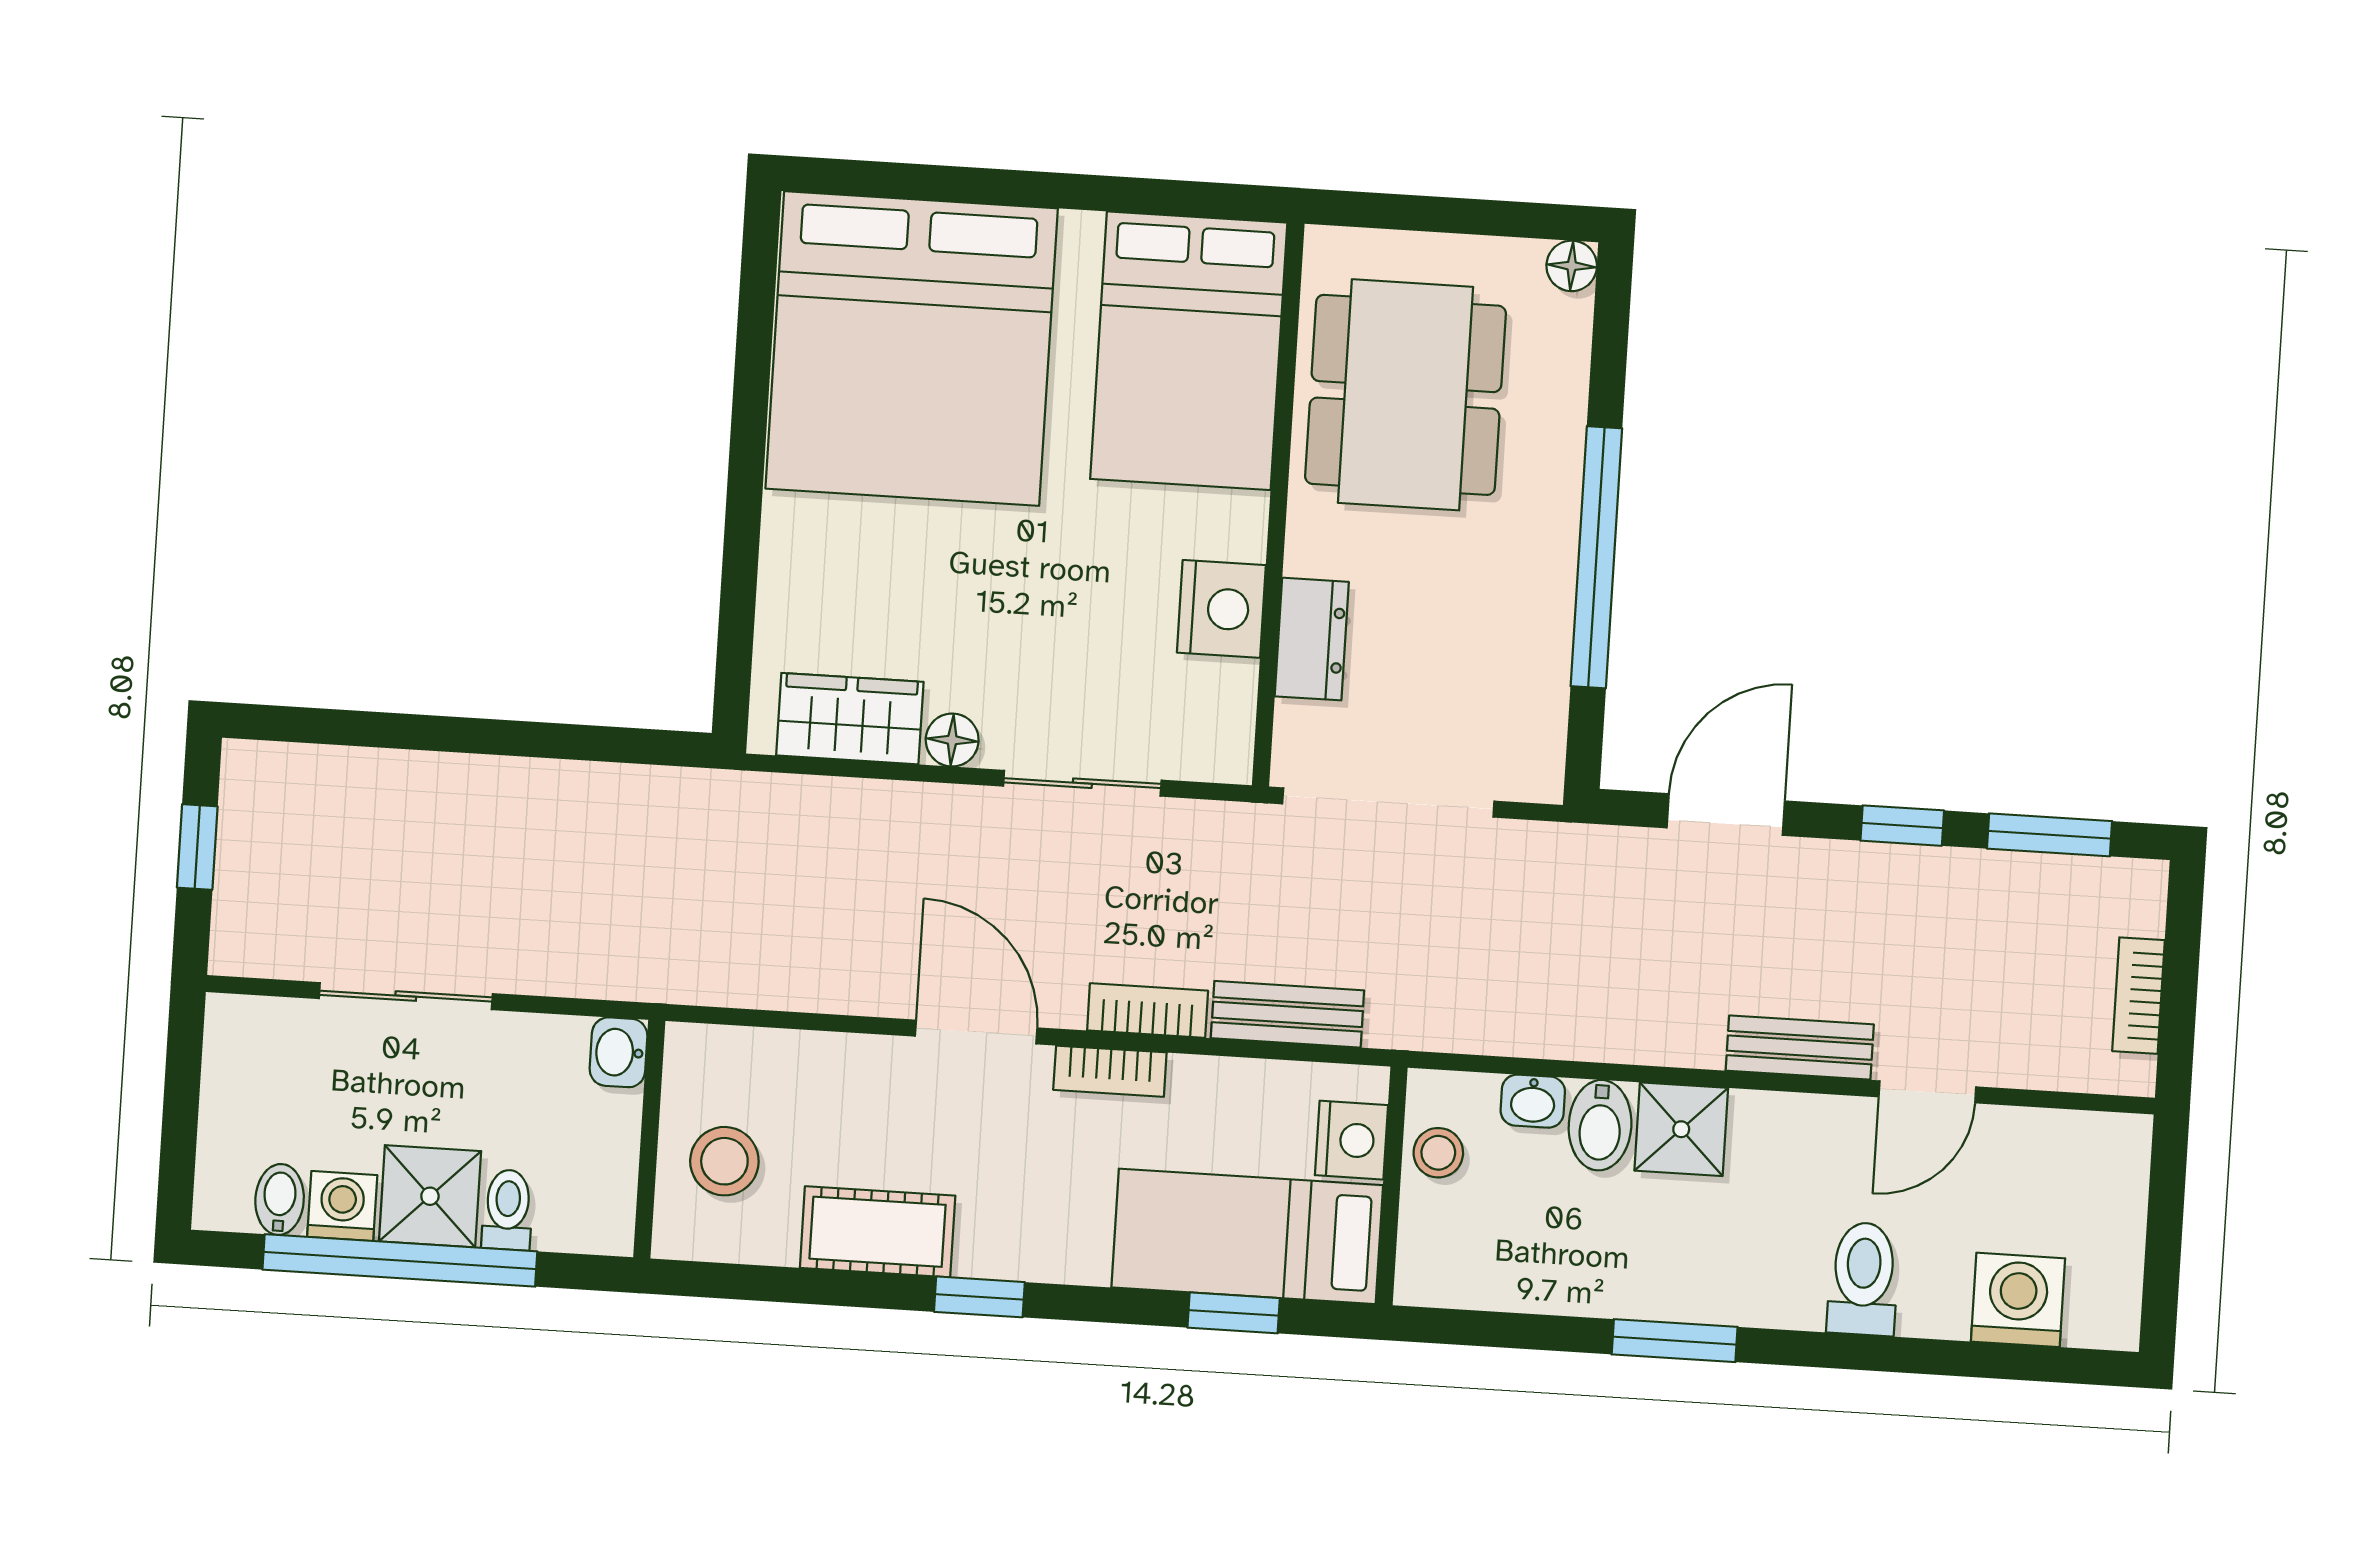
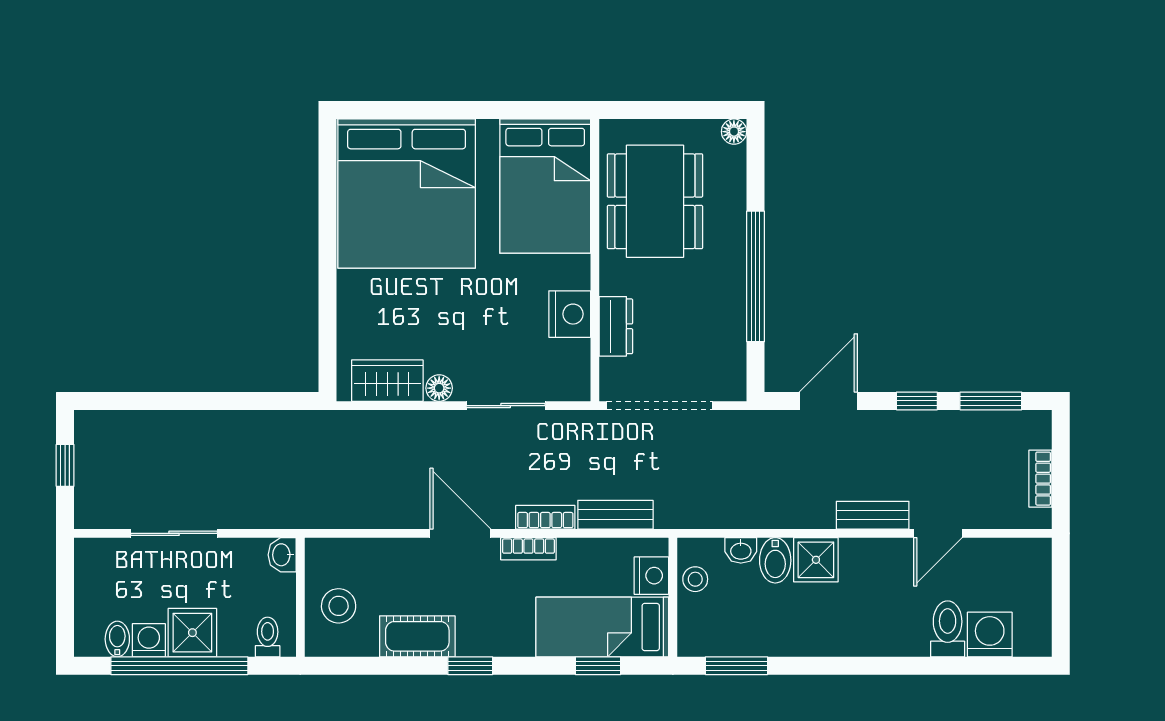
toilet: (508, 1210) -> (268, 637), moved
toilet: (1863, 1279) -> (948, 629), moved
window: (1675, 1341) -> (736, 666), moved

